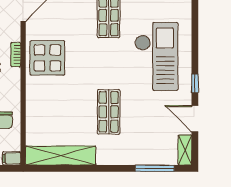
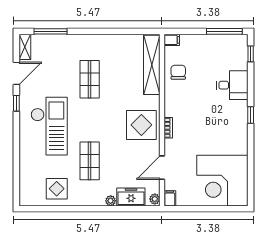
checkout: (156, 56) -> (49, 126), turned 180
door: (195, 119) -> (16, 73), hinge flipped
shelving: (61, 156) -> (152, 65), moved, turned 90

